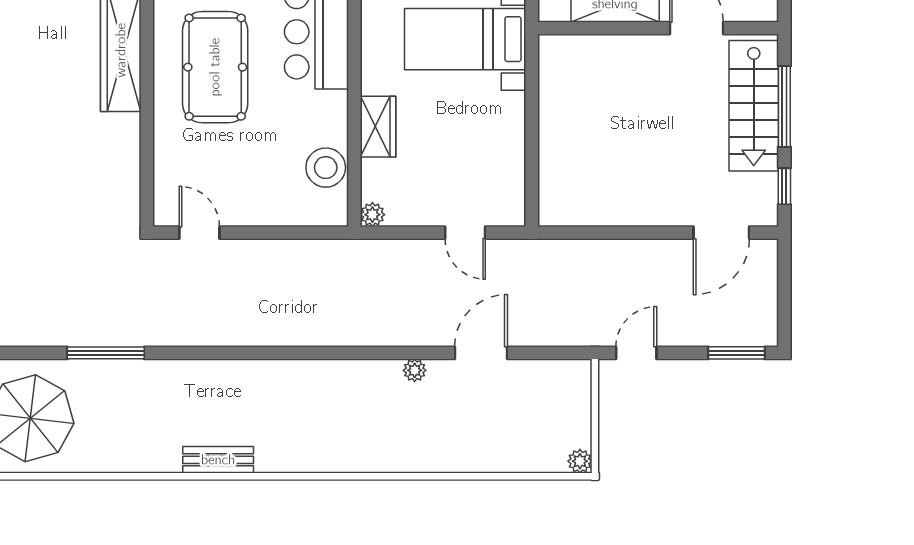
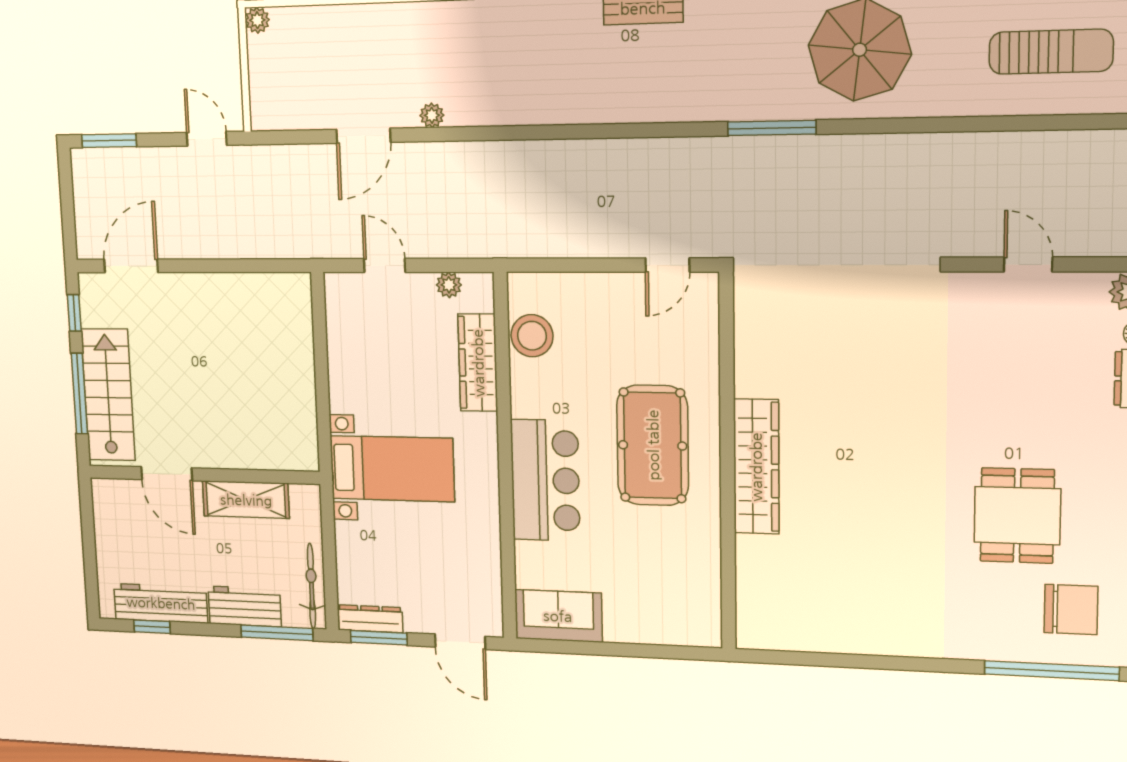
wardrobe: (378, 127) -> (478, 363), width x1.50
plant: (372, 215) -> (449, 285), moved
door: (199, 233) -> (667, 265), hinge flipped
door: (636, 353) -> (207, 139), swing flipped

